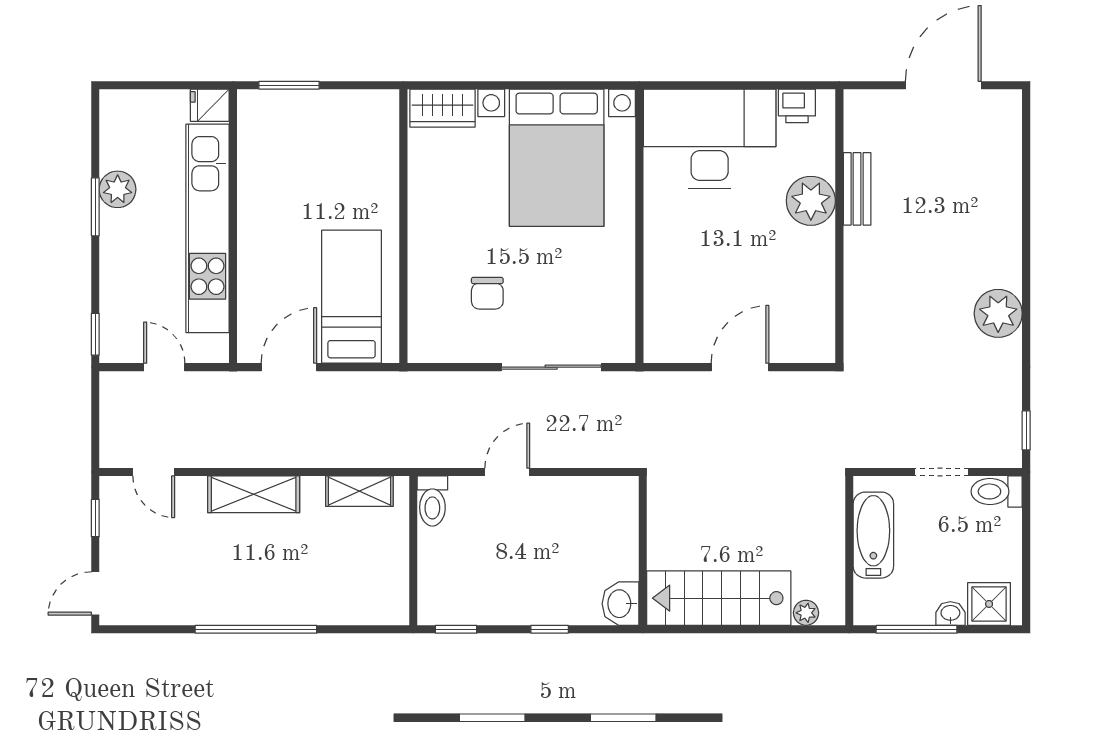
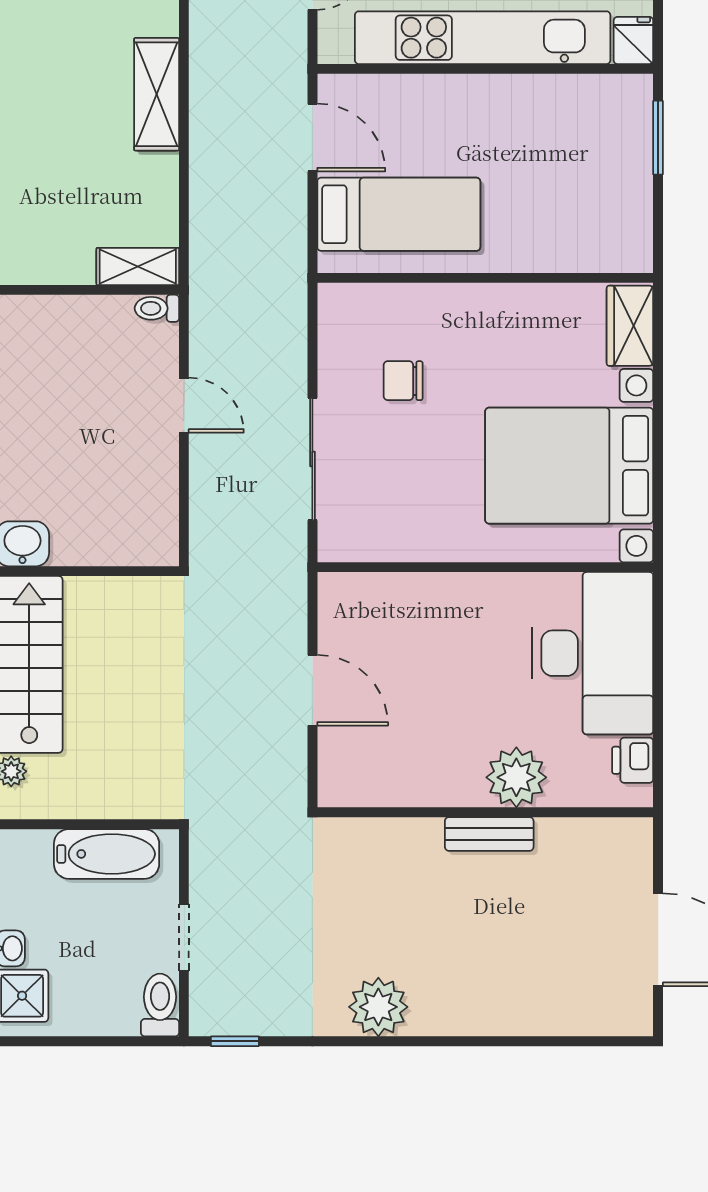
bench: (857, 189) -> (489, 834), moved
shelving: (359, 491) -> (138, 266), moved, turned 90
toilet: (432, 501) -> (157, 308), width x0.73, depth x0.72

